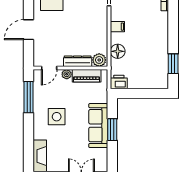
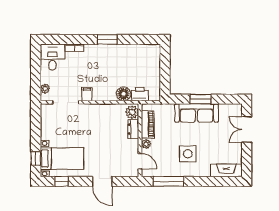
filing cabinet: (117, 27) -> (87, 94), moved
dresser: (78, 61) -> (133, 129), width x0.70
window: (173, 64) -> (107, 39), moved
printer: (119, 82) -> (140, 94), moved, turned 90

